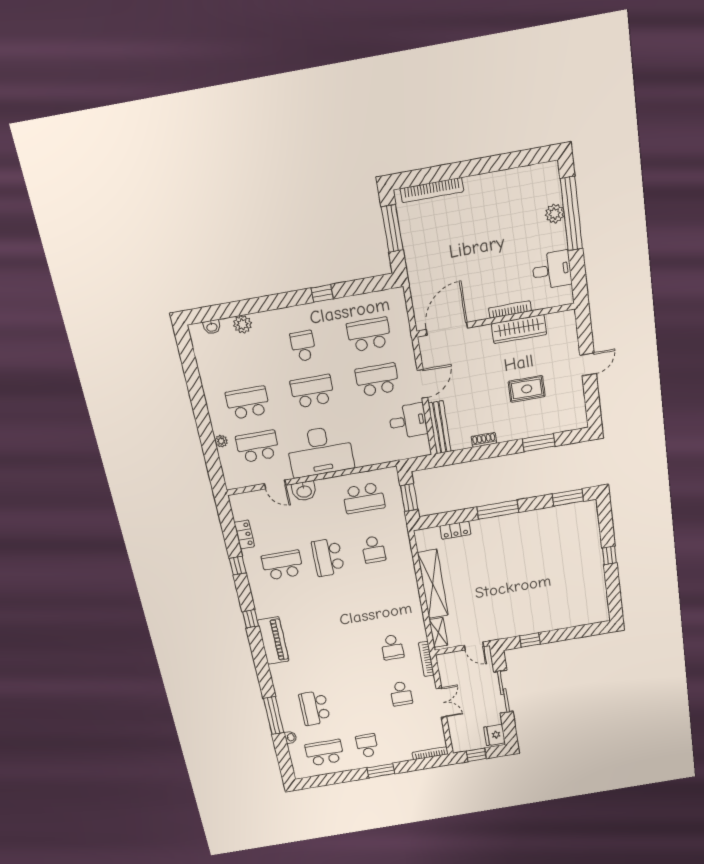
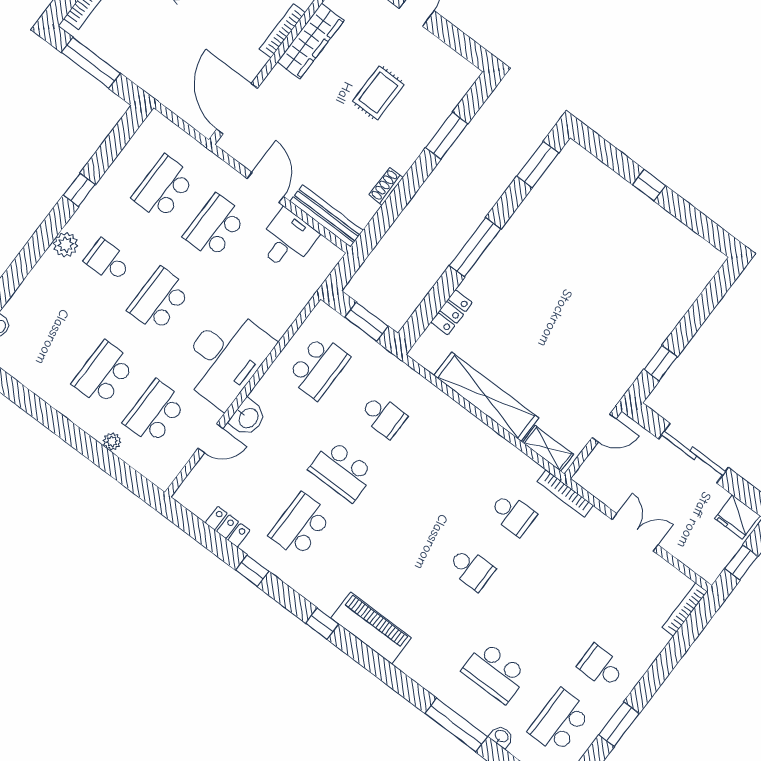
plant: (242, 324) -> (66, 245), moved
school desk: (401, 694) -> (471, 569), moved
window: (381, 771) -> (619, 724), moved

